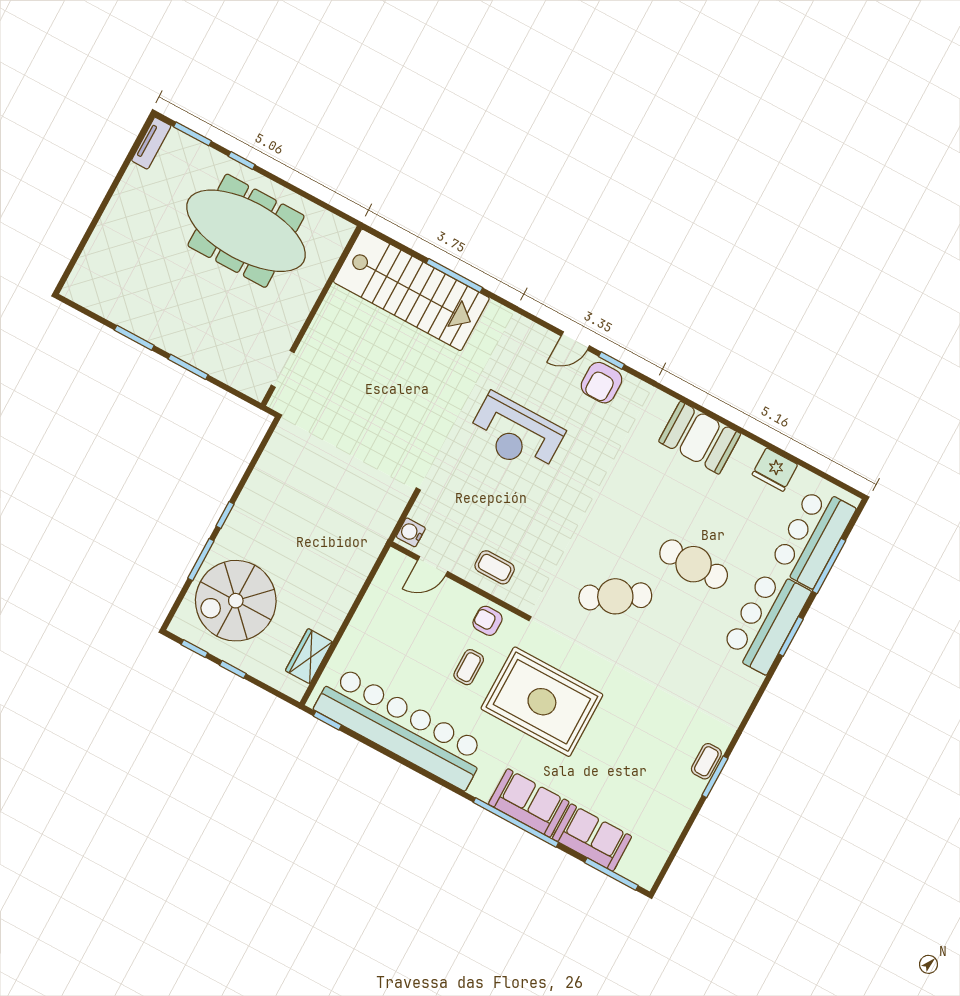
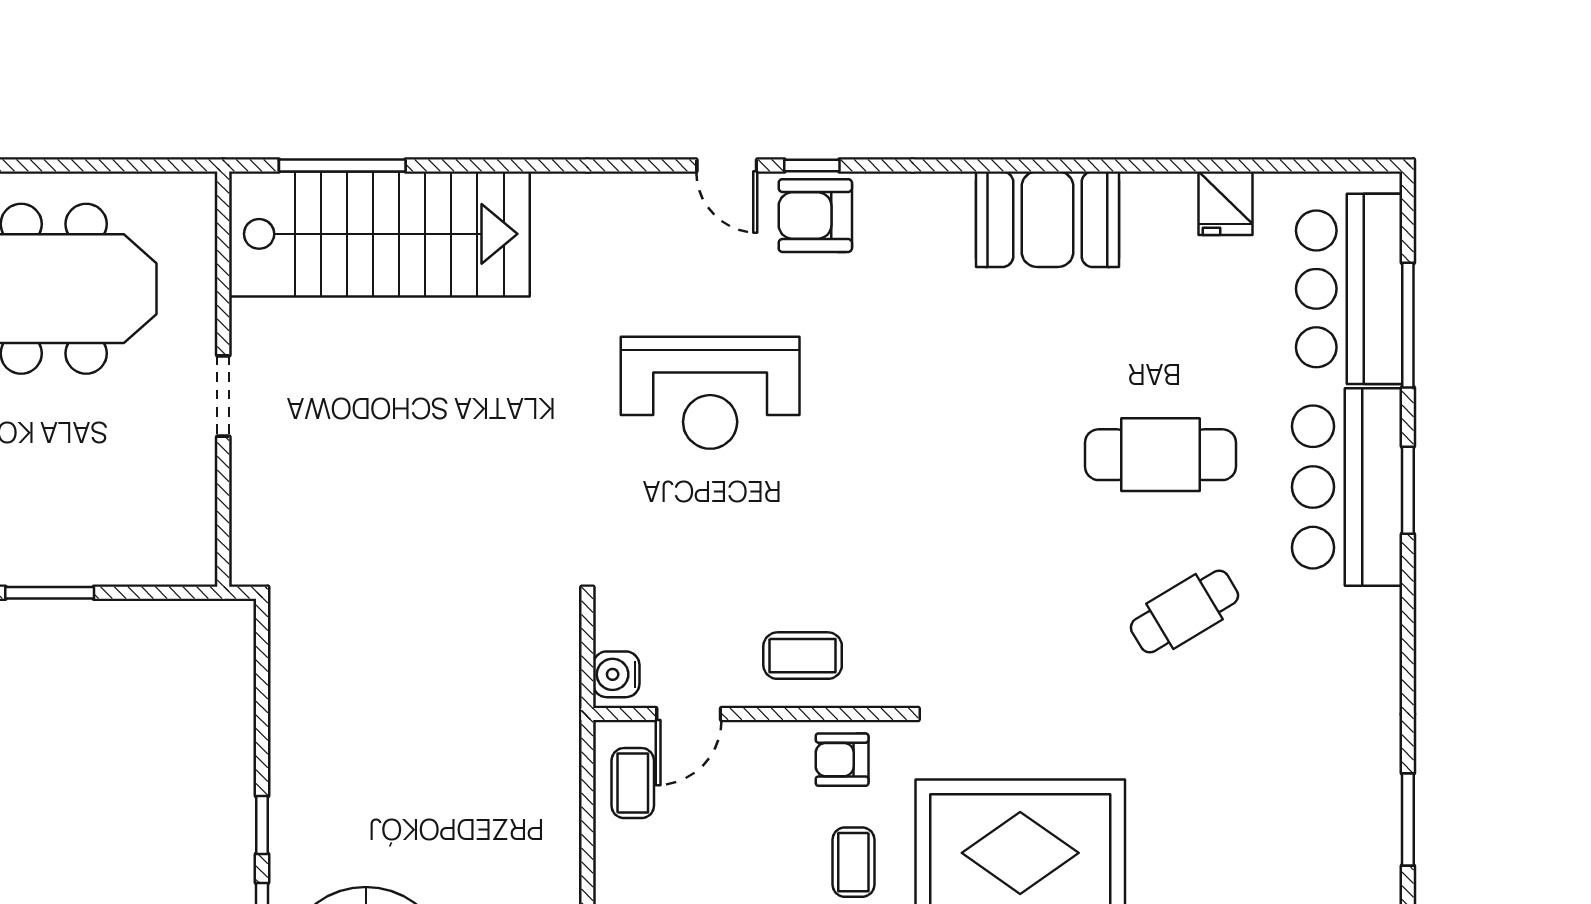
window: (454, 276) -> (342, 165), moved
door: (575, 341) -> (727, 165), hinge flipped
doorway: (283, 369) -> (223, 396), moved
armchair: (602, 383) -> (815, 216), turned 90
fridge: (775, 470) -> (1225, 203), width x0.72
cafe table: (615, 596) -> (1184, 611), moved, width x0.73, depth x0.74
coffee table: (706, 761) -> (633, 783), moved

